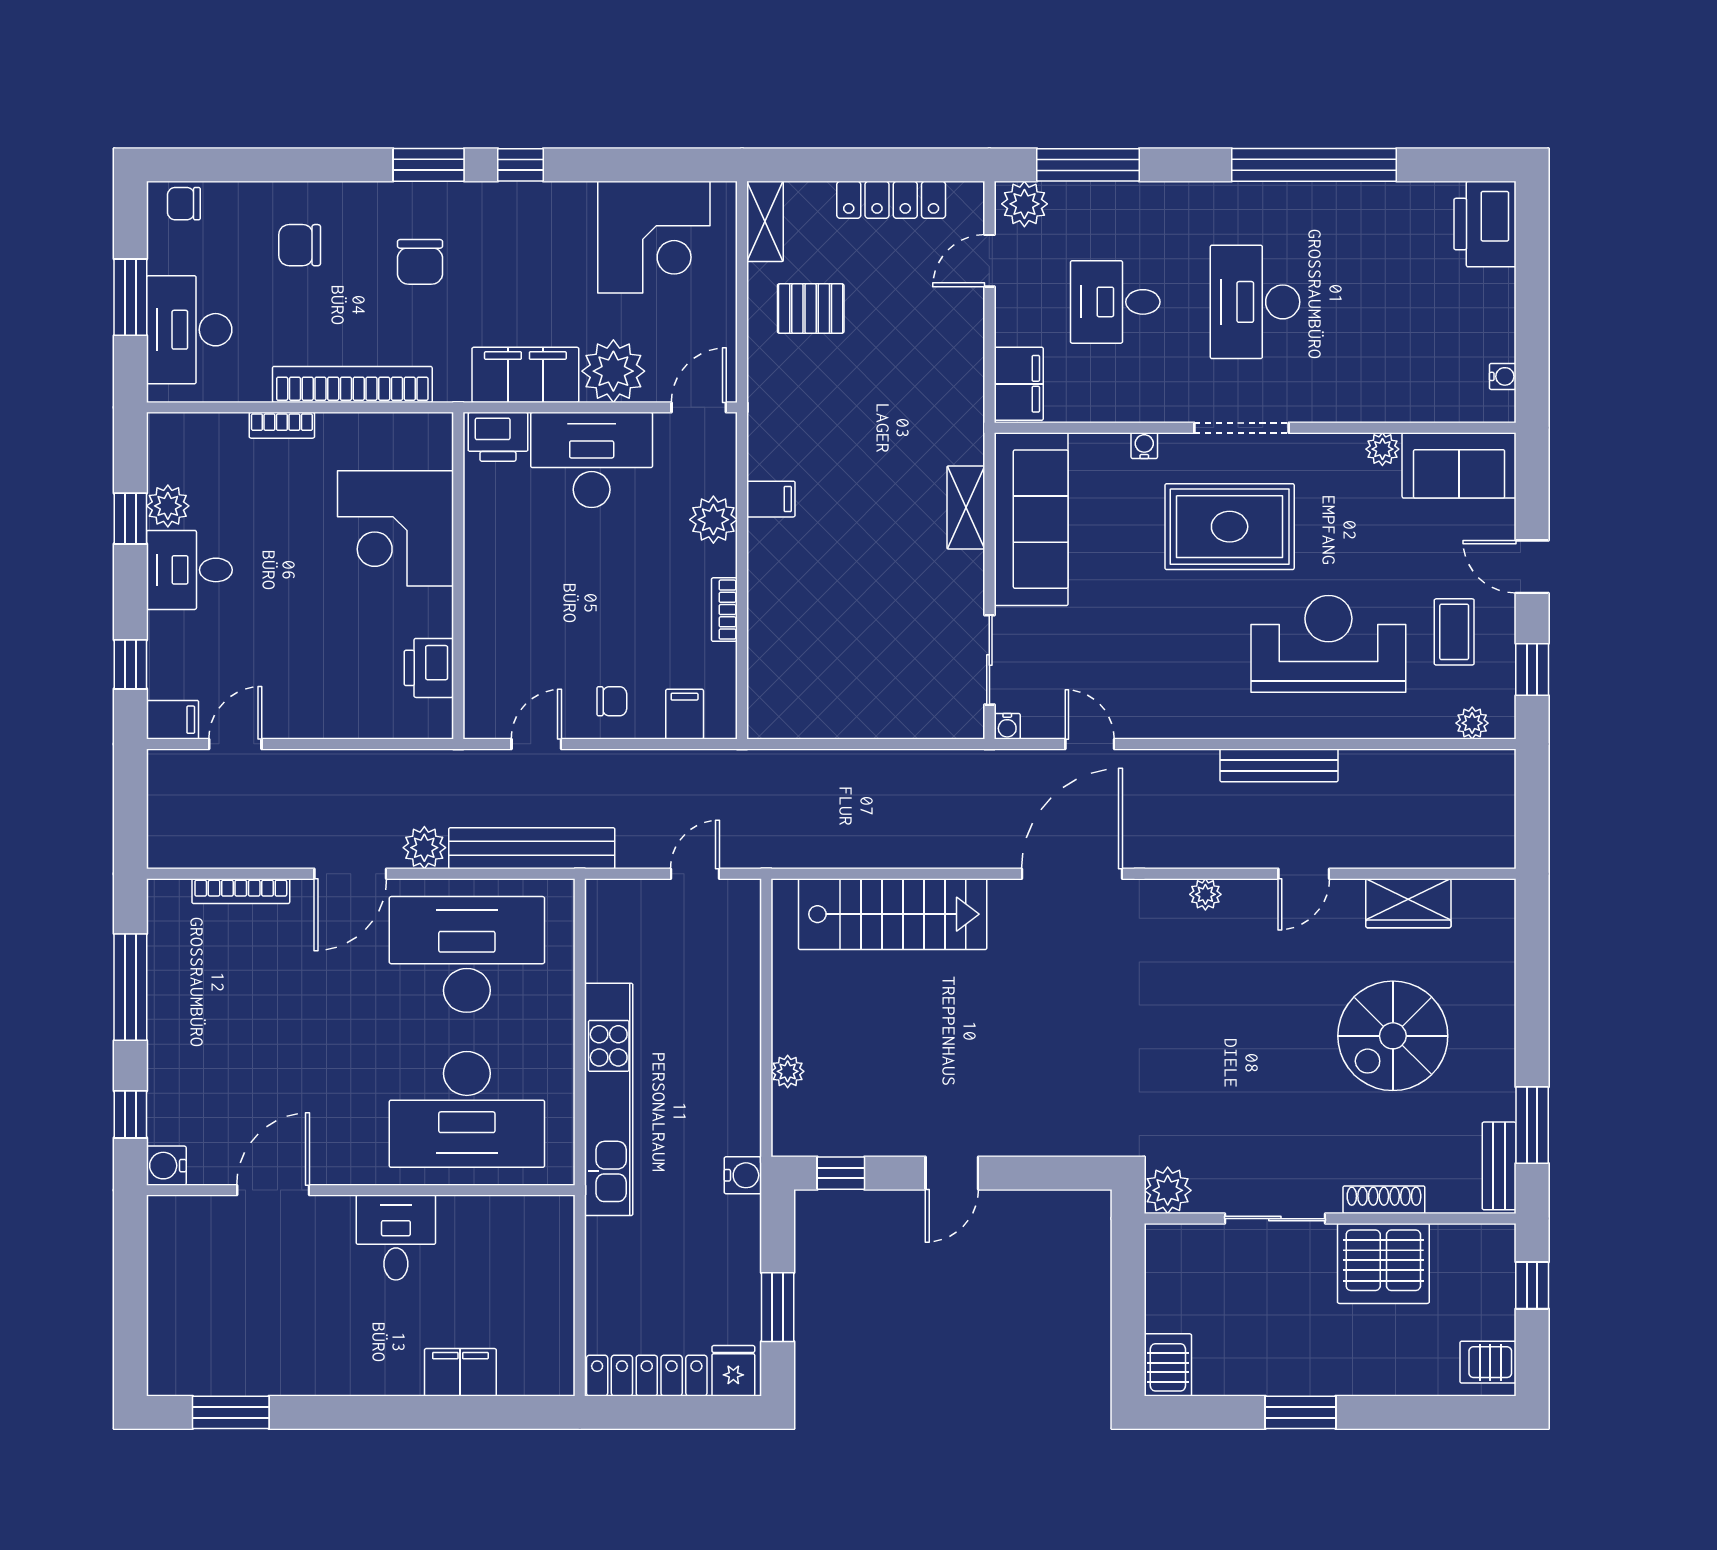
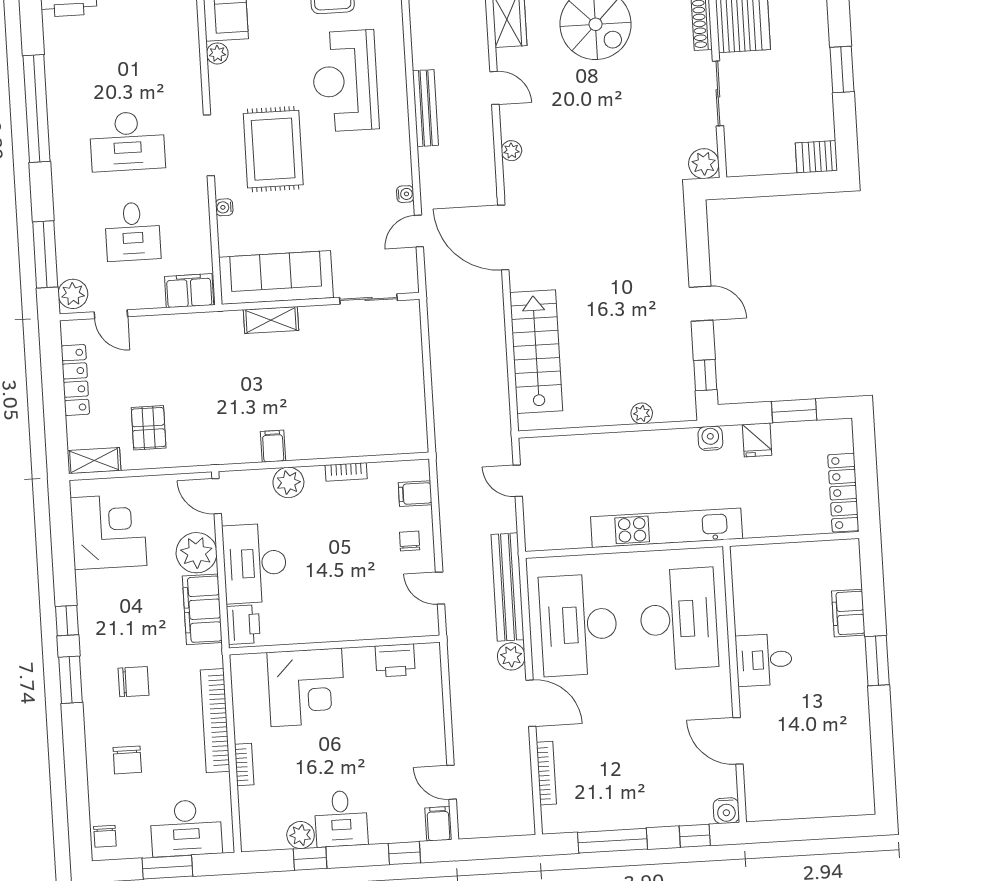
water cooler: (1007, 726) -> (405, 194), moved
fridge: (733, 1371) -> (757, 440), moved, turned -90
window: (231, 1412) -> (877, 661), moved

